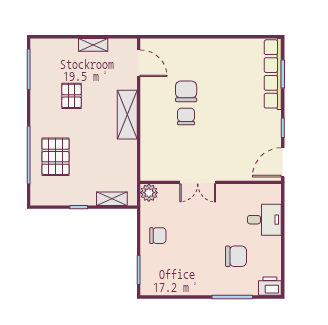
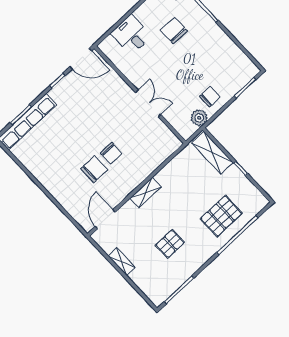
chair: (186, 91) -> (94, 169), turned 180
shelving: (127, 115) -> (146, 193), width x0.67, depth x0.75
chair: (186, 116) -> (111, 153), turned -90
plant: (149, 193) -> (199, 118), moved
shelving: (112, 199) -> (212, 153), width x1.50, depth x1.33
chair: (158, 236) -> (210, 97), turned 90

